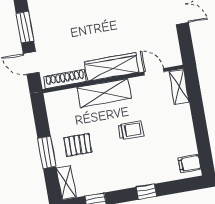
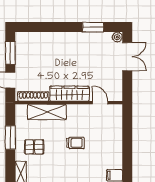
shelving: (179, 87) -> (117, 117), removed
shelving: (104, 93) -> (47, 112), moved
window: (47, 152) -> (10, 137), moved

